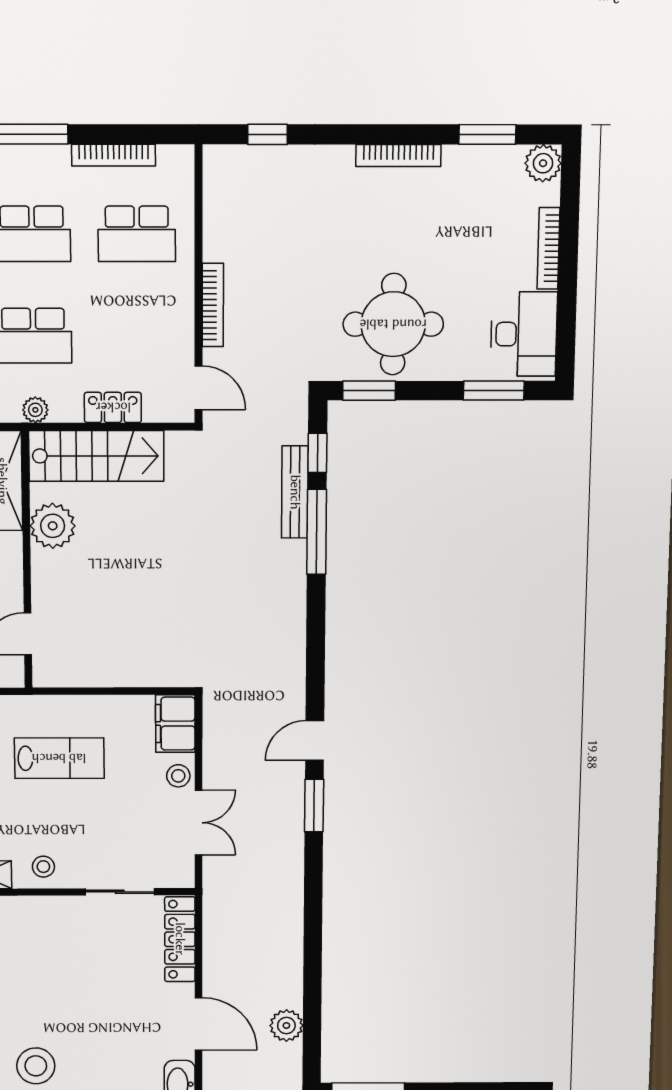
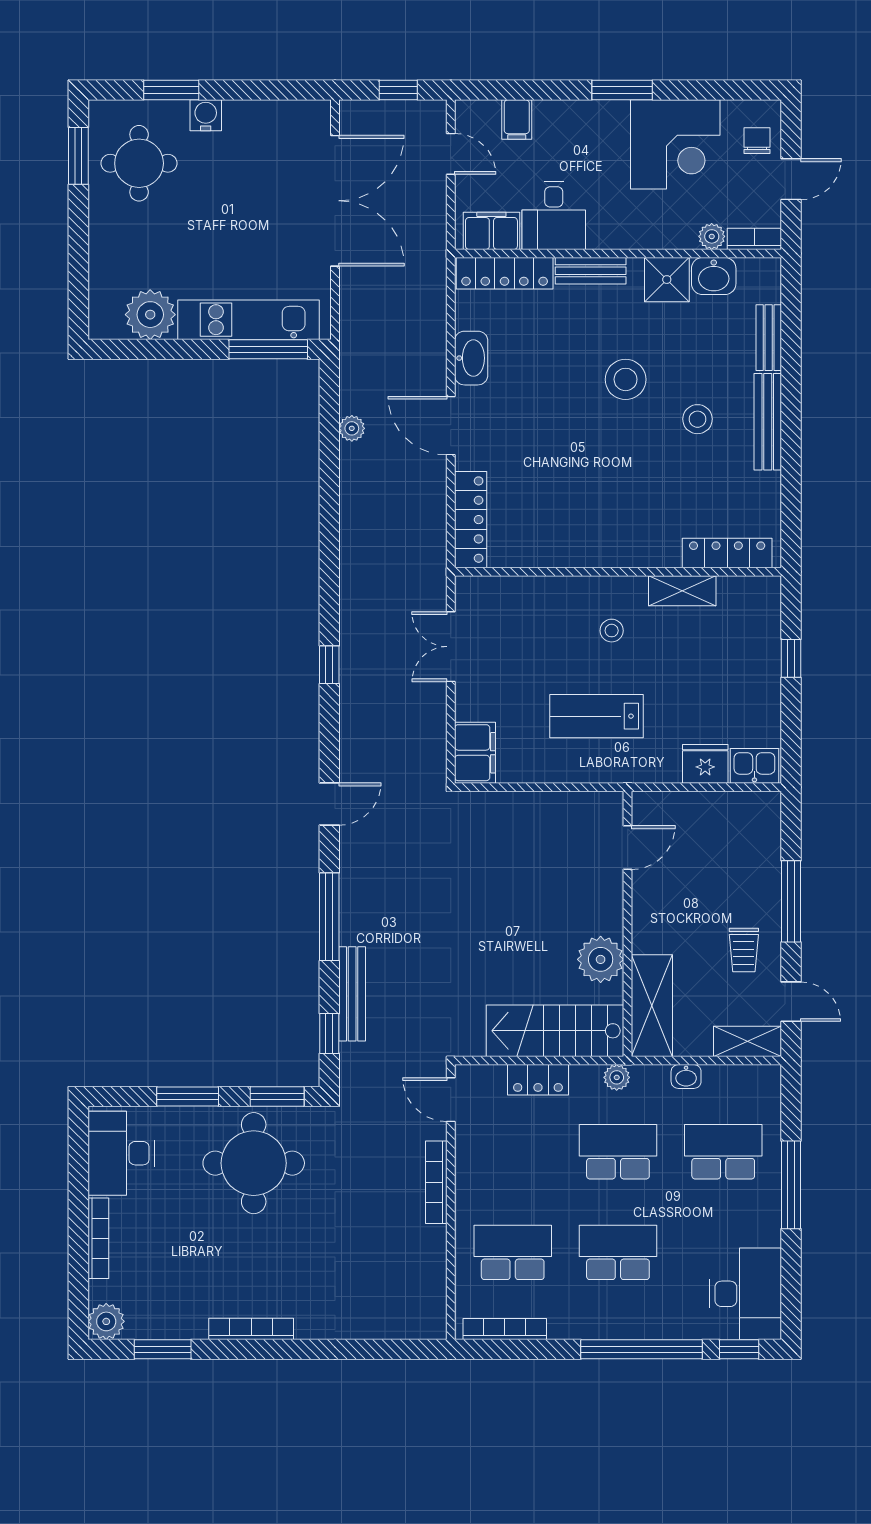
window: (267, 134) -> (382, 1349), removed
bookcase: (113, 155) -> (505, 1329), moved
window: (494, 391) -> (188, 1097), moved
window: (317, 532) -> (329, 917), moved
door: (315, 741) -> (329, 804), moved
stool: (178, 776) -> (472, 697), removed
window: (314, 806) -> (329, 665), width x0.67
stool: (43, 867) -> (612, 631), moved
sliding door: (120, 892) -> (534, 572), removed
plant: (286, 1026) -> (352, 428), width x0.73, depth x0.73

